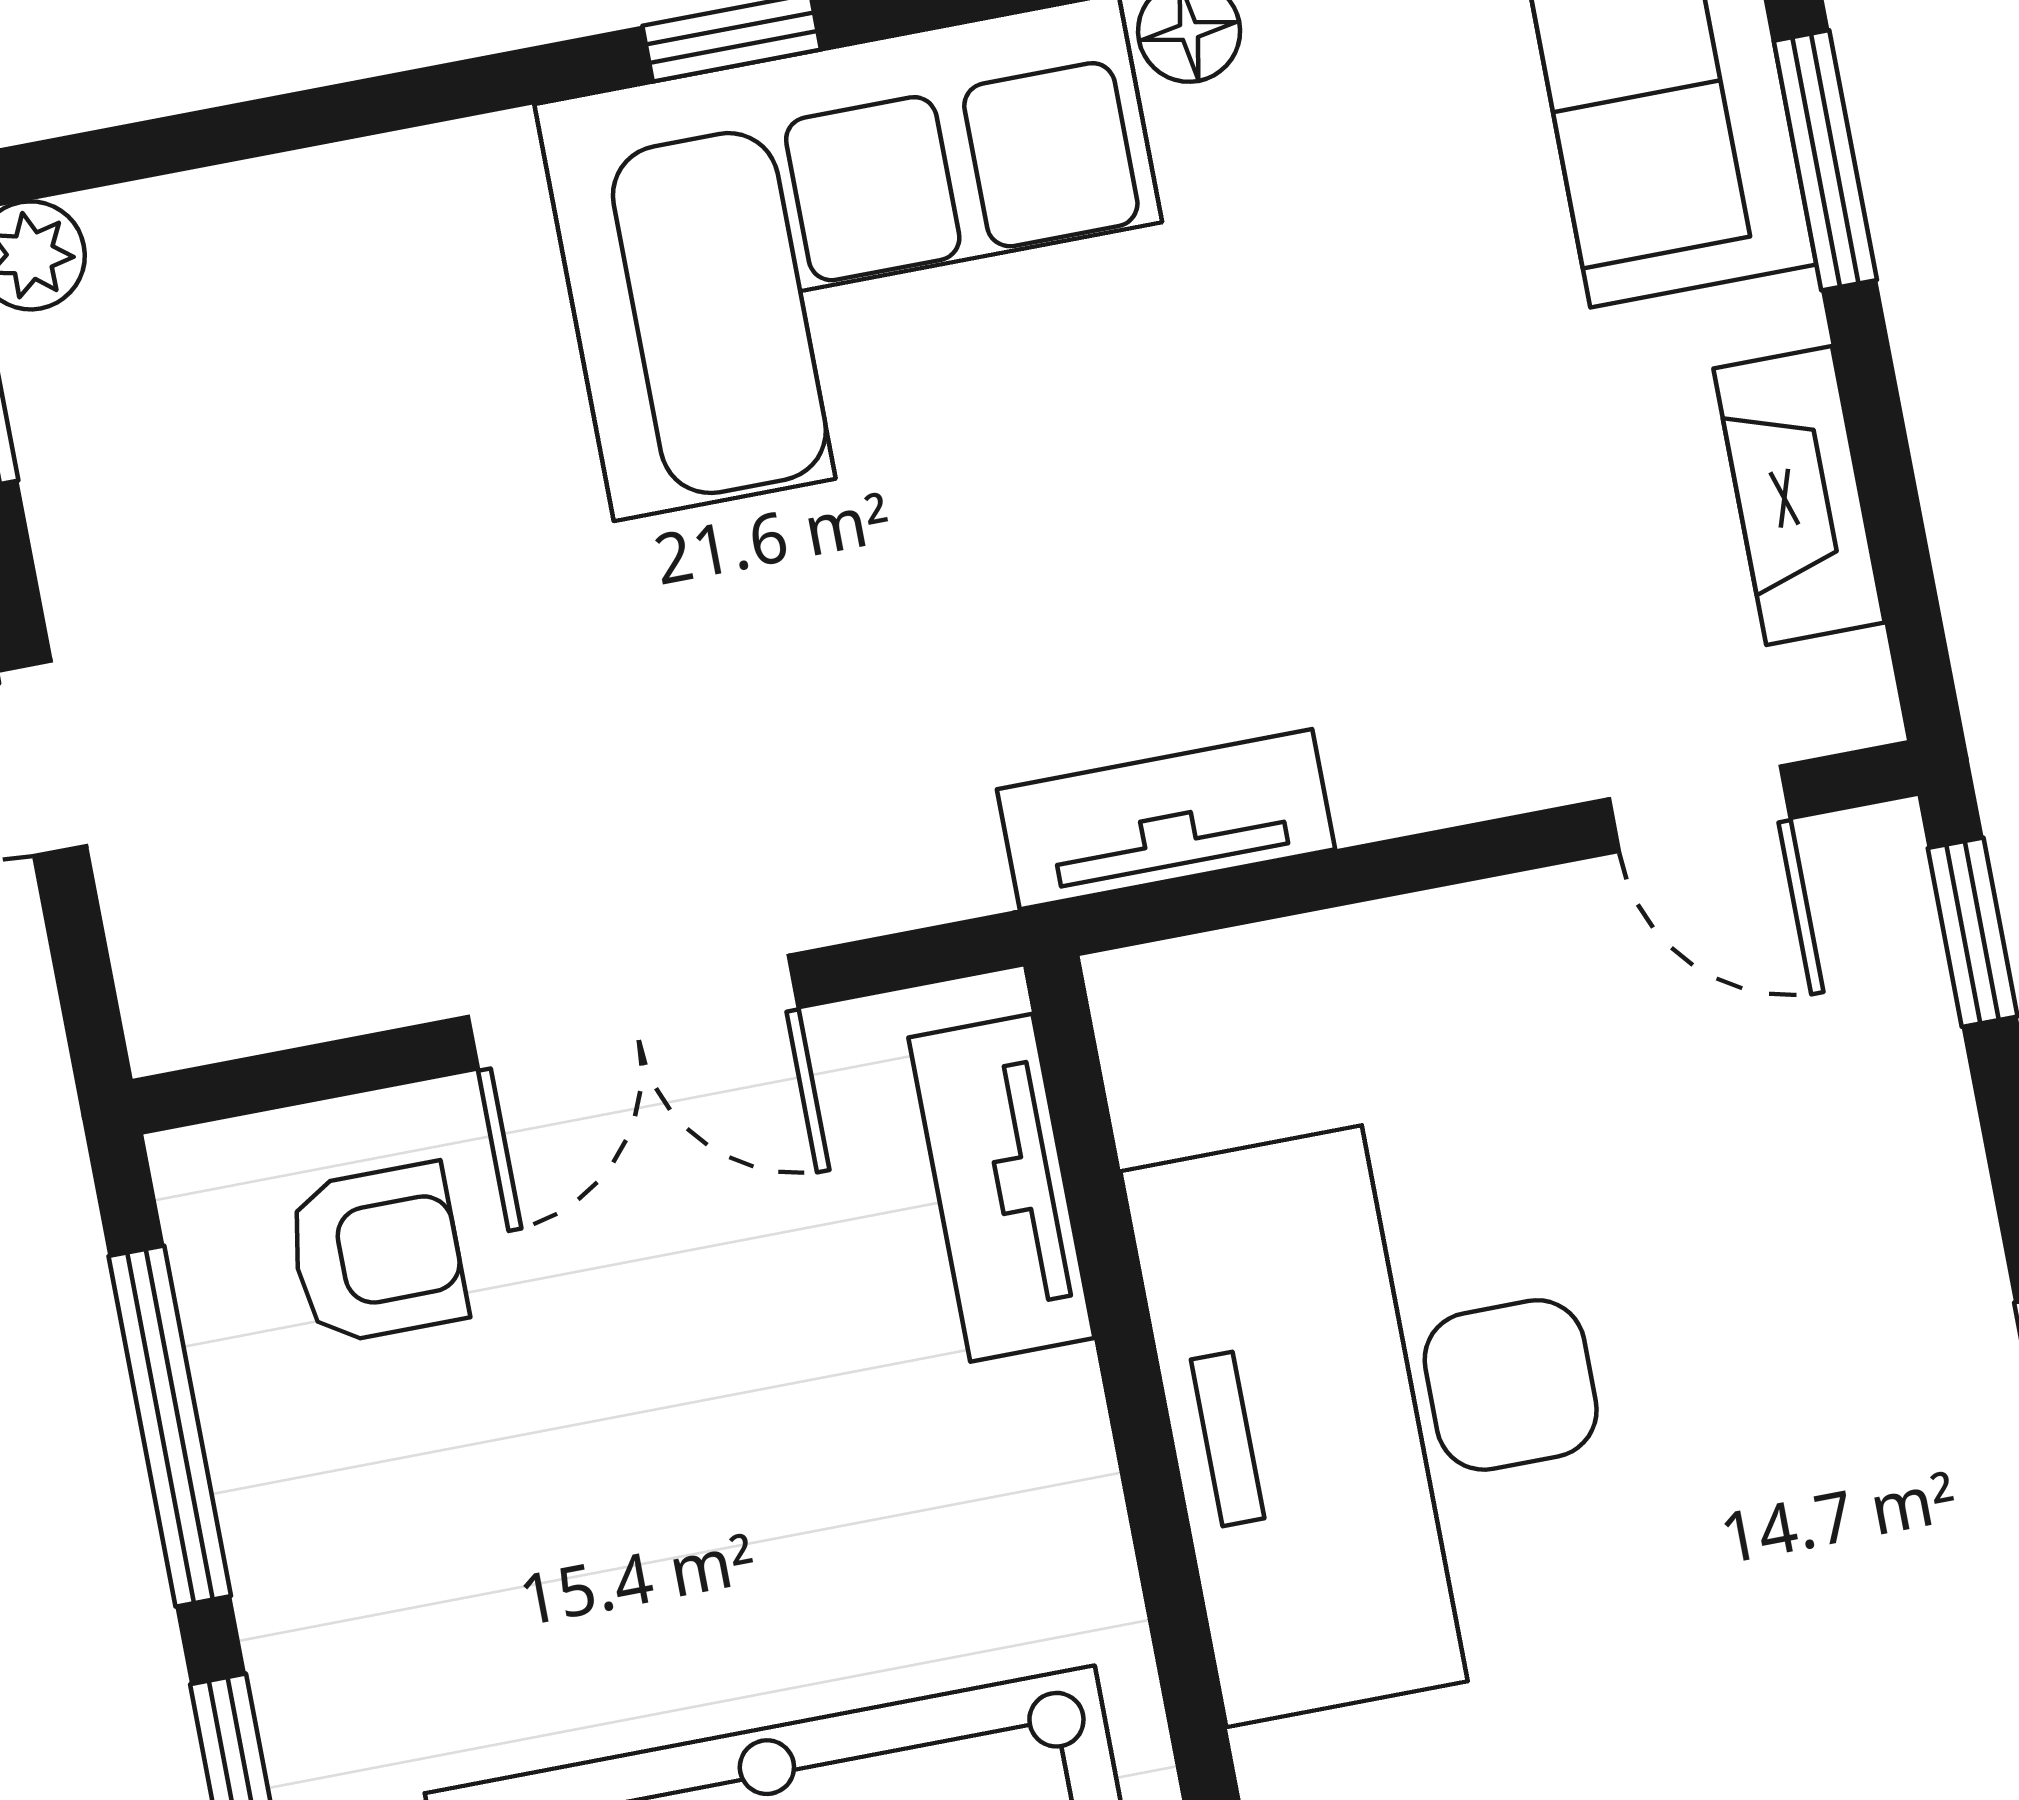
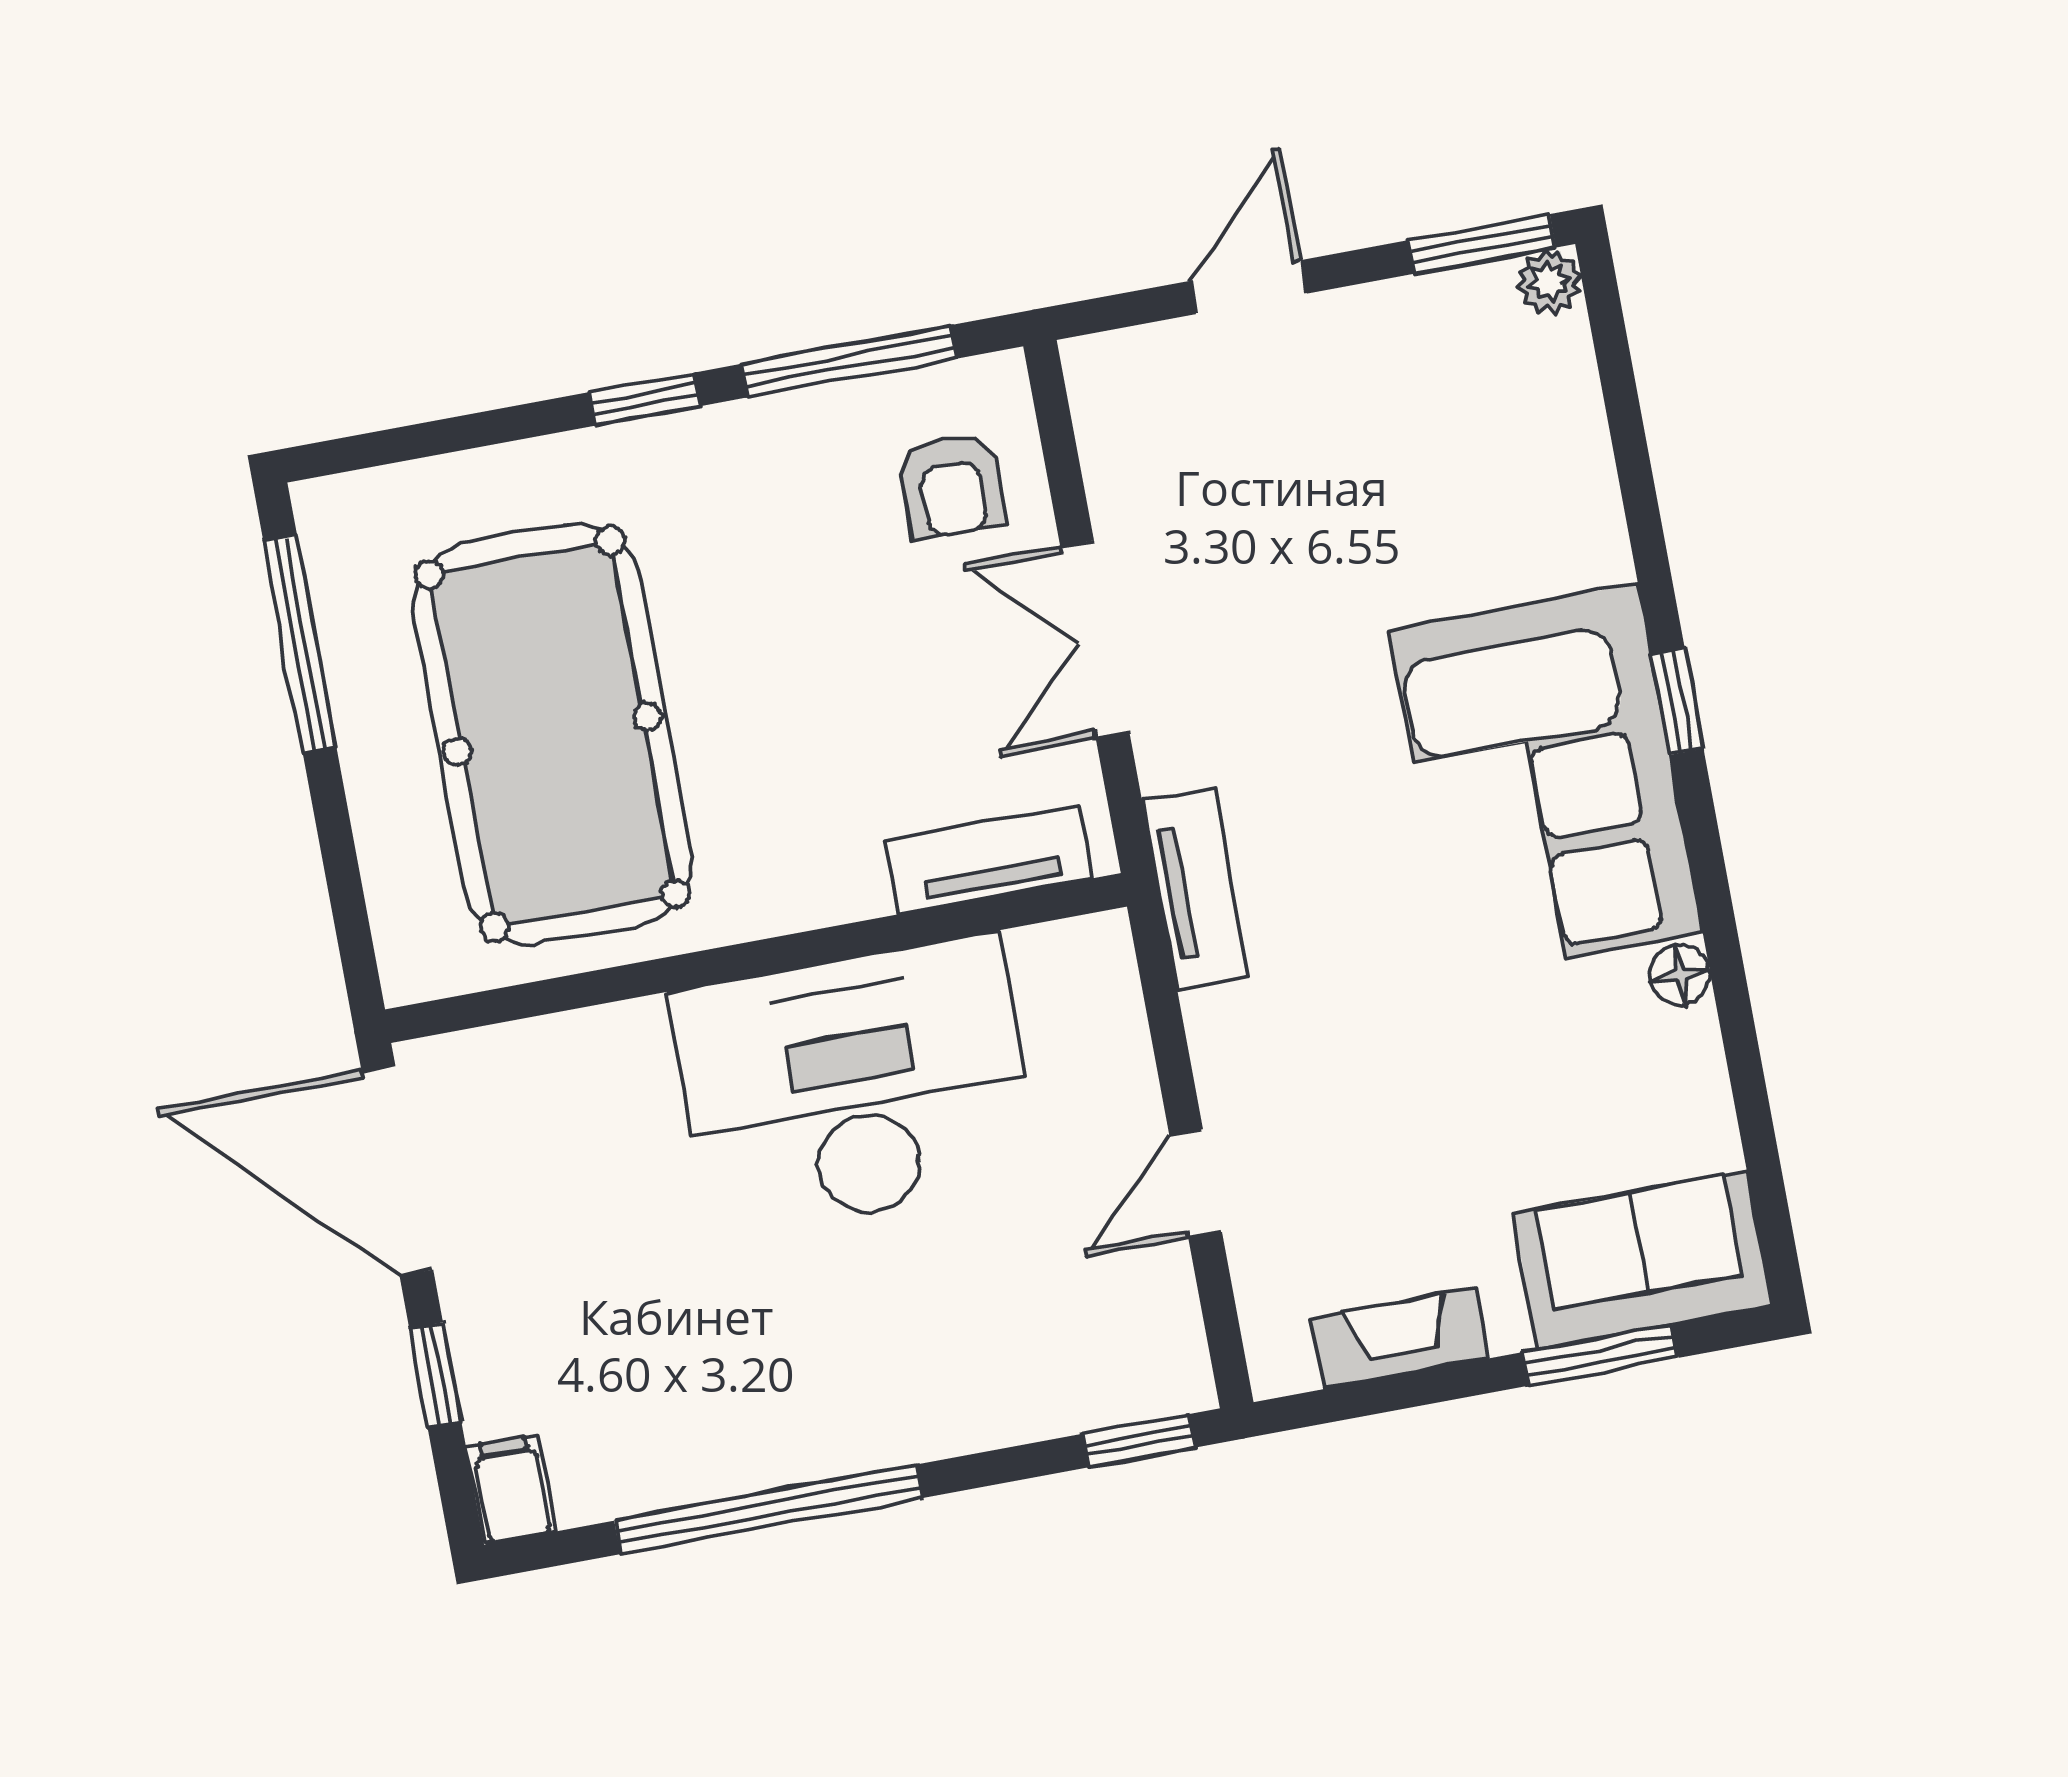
door: (1700, 809) -> (1196, 1184), moved
tv unit: (1166, 819) -> (1196, 889), moved

